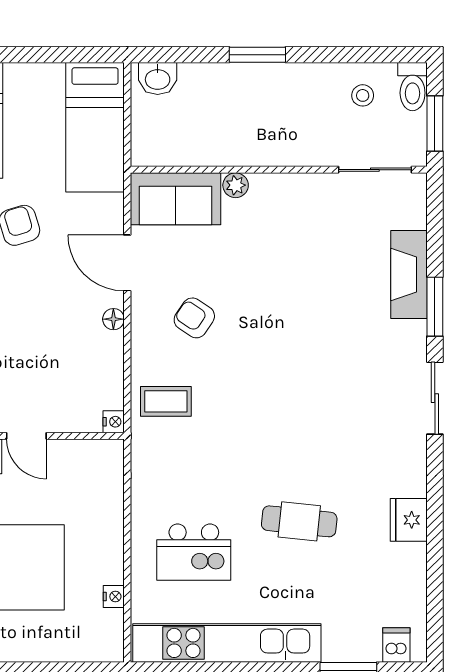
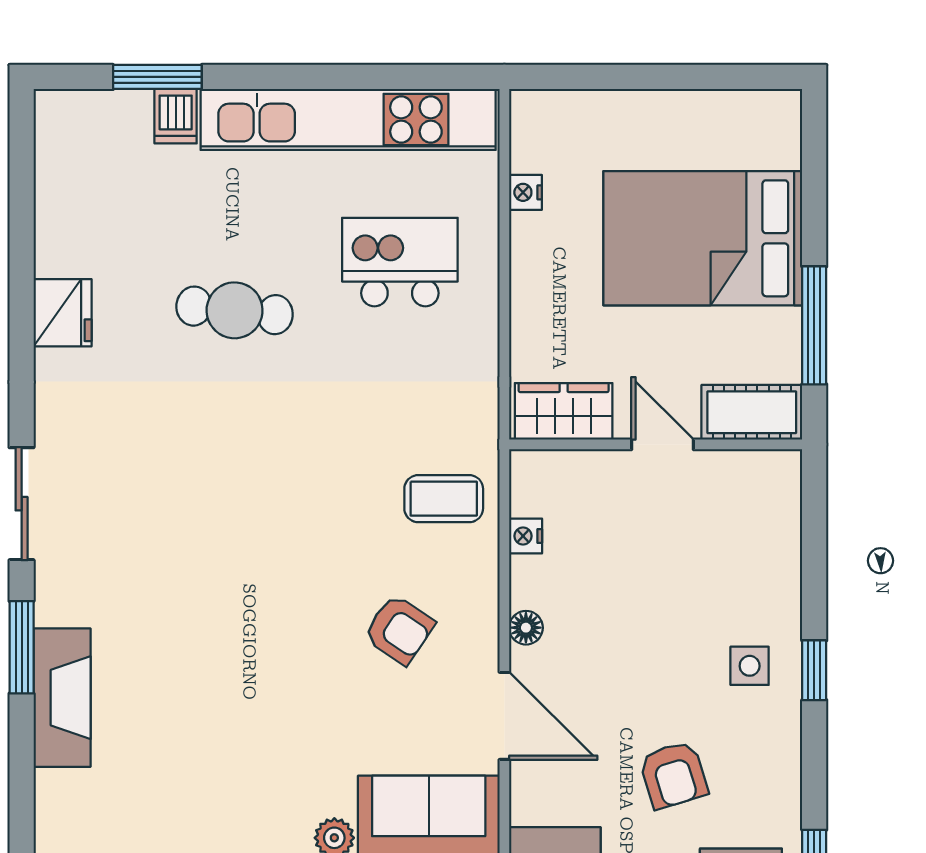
nightstand: (114, 422) -> (526, 536), moved
wardrobe: (89, 457) -> (564, 411), added
dishwasher: (396, 645) -> (176, 116), moved

